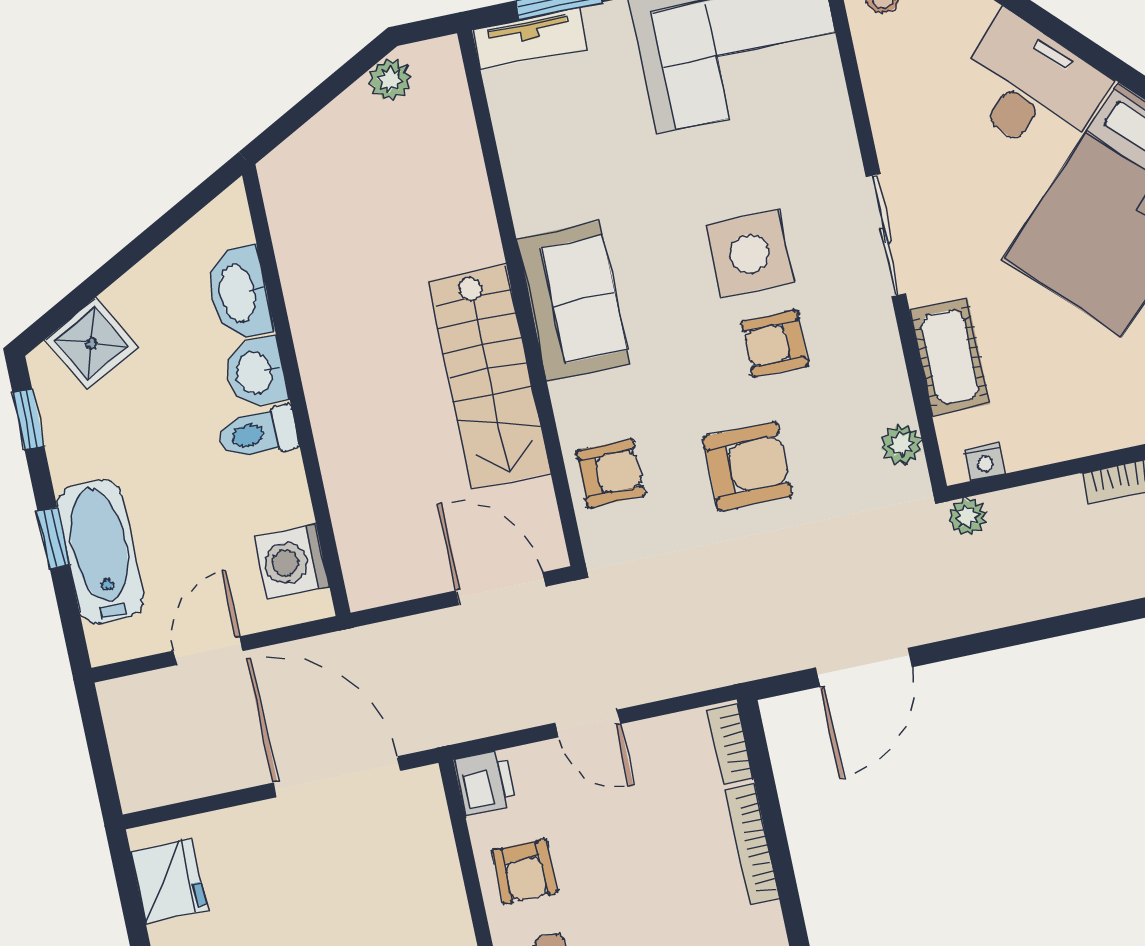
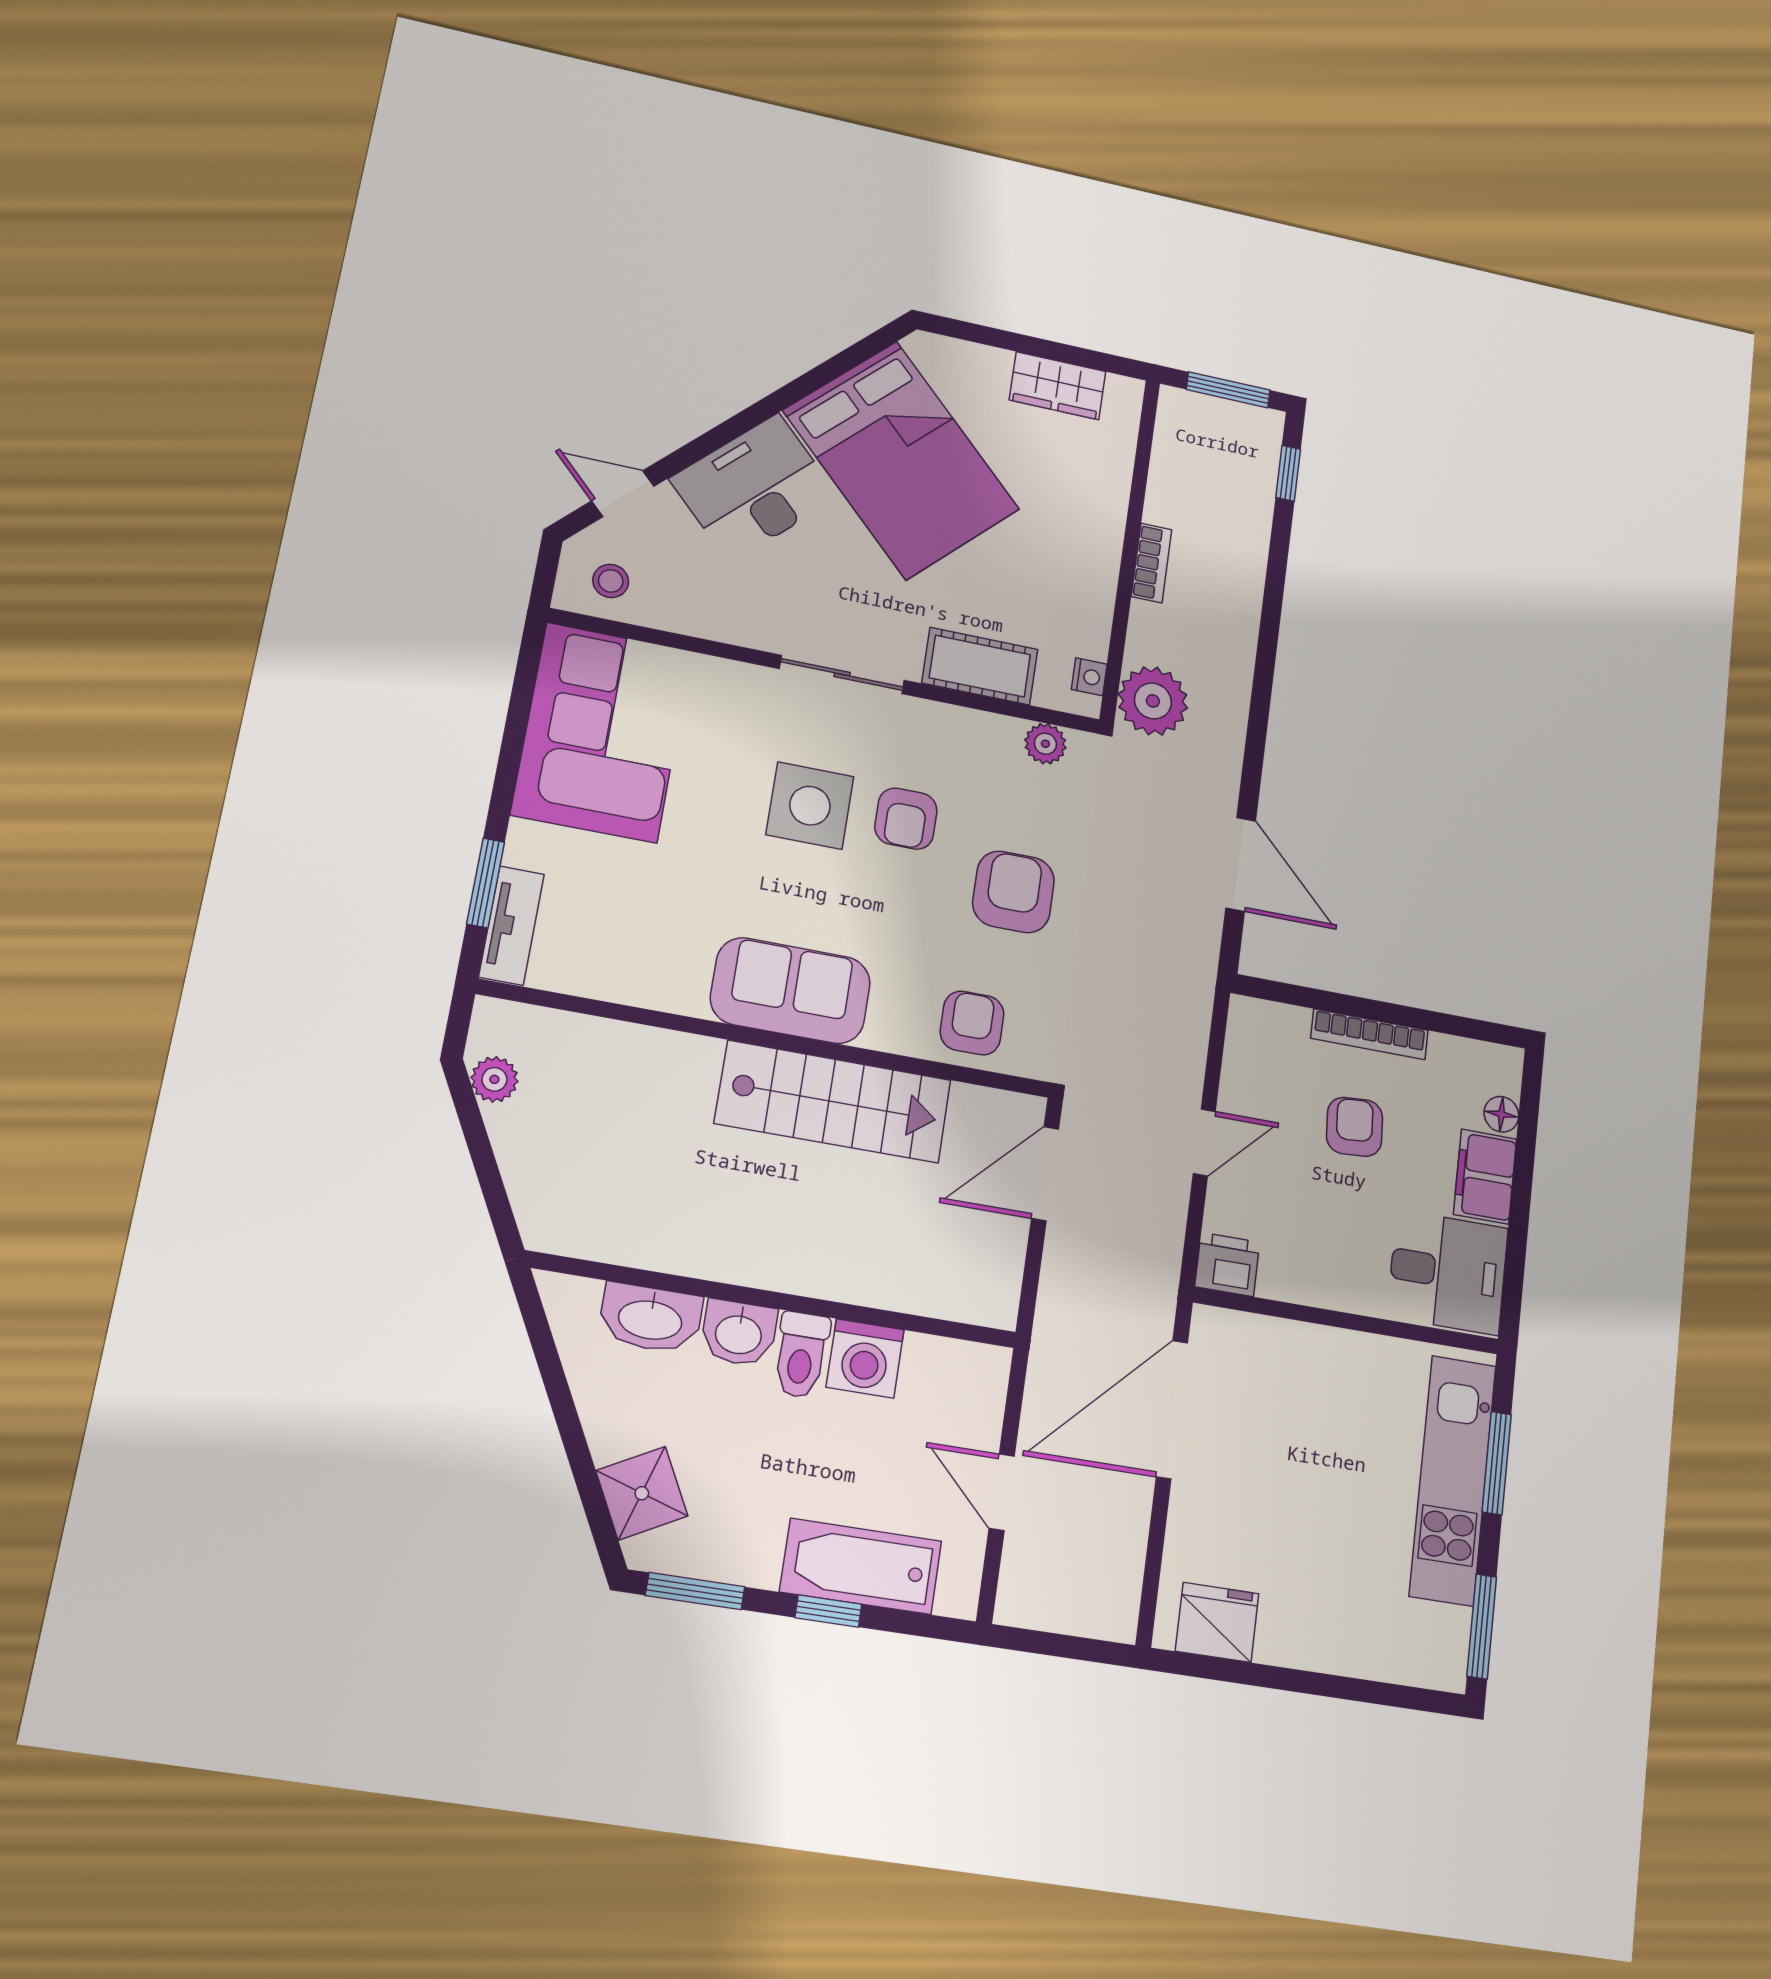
window: (28, 419) -> (695, 1591), width x1.50
plant: (967, 517) -> (1153, 701), width x1.88, depth x1.88
washing machine: (292, 562) -> (865, 1358), moved
bookcase: (731, 745) -> (1271, 1016), removed
armchair: (525, 871) -> (1355, 1127), moved, turned -94

